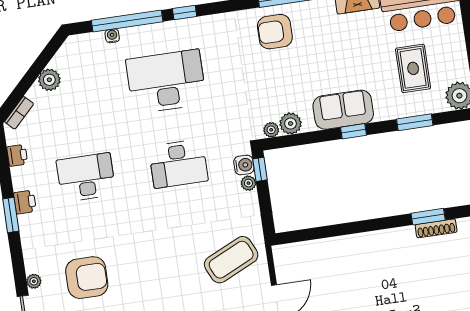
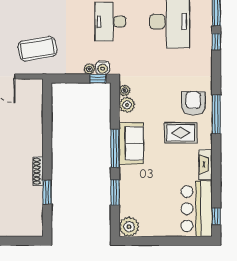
rug: (413, 68) -> (181, 133), moved
window: (353, 131) -> (115, 148), width x2.17
shoe rack: (436, 228) -> (38, 171), moved
coffee table: (231, 260) -> (37, 49), turned -74

